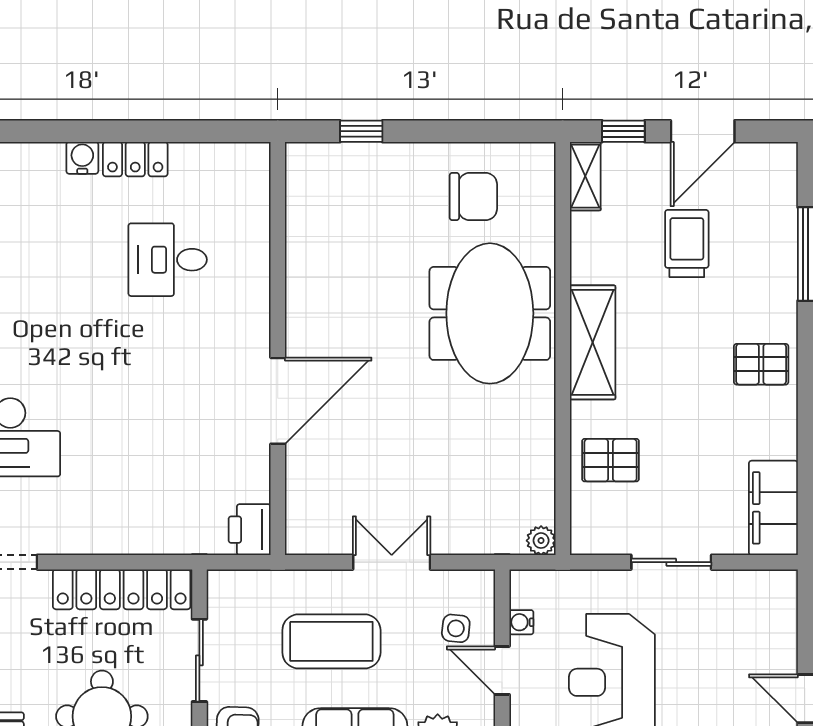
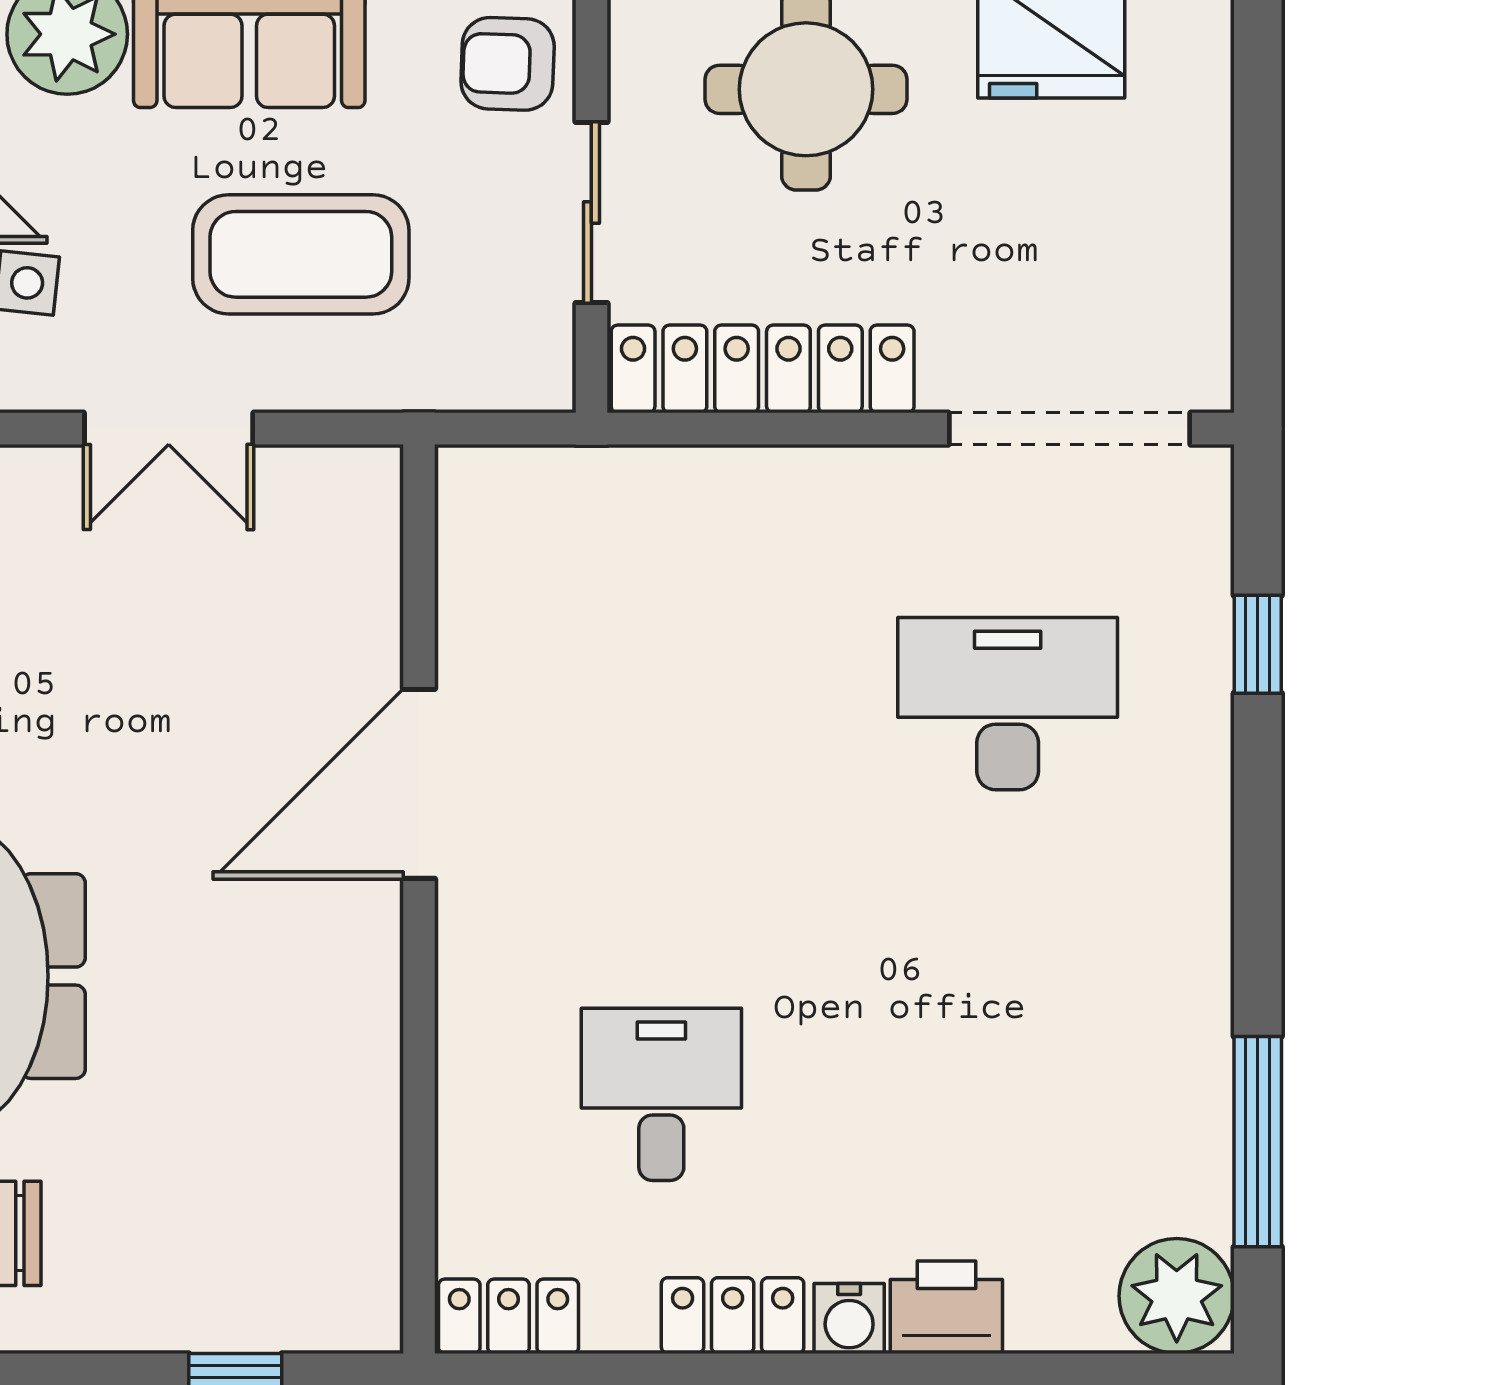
locker: (237, 159) -> (508, 1316), added
desk: (168, 260) -> (661, 1094), turned -90
printer: (250, 530) -> (946, 1307), moved, turned -90

